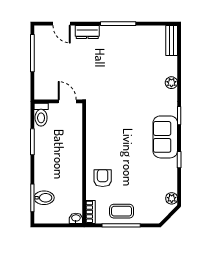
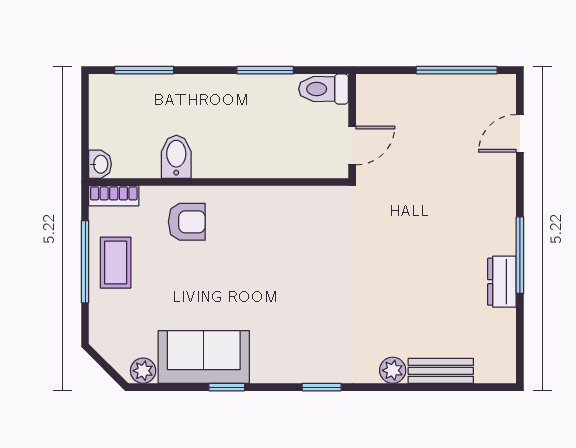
dresser: (87, 32) -> (502, 282), moved
bench: (172, 40) -> (441, 371), moved
sofa: (165, 137) -> (204, 357), moved
bidet: (44, 198) -> (176, 157), moved, turned 180

